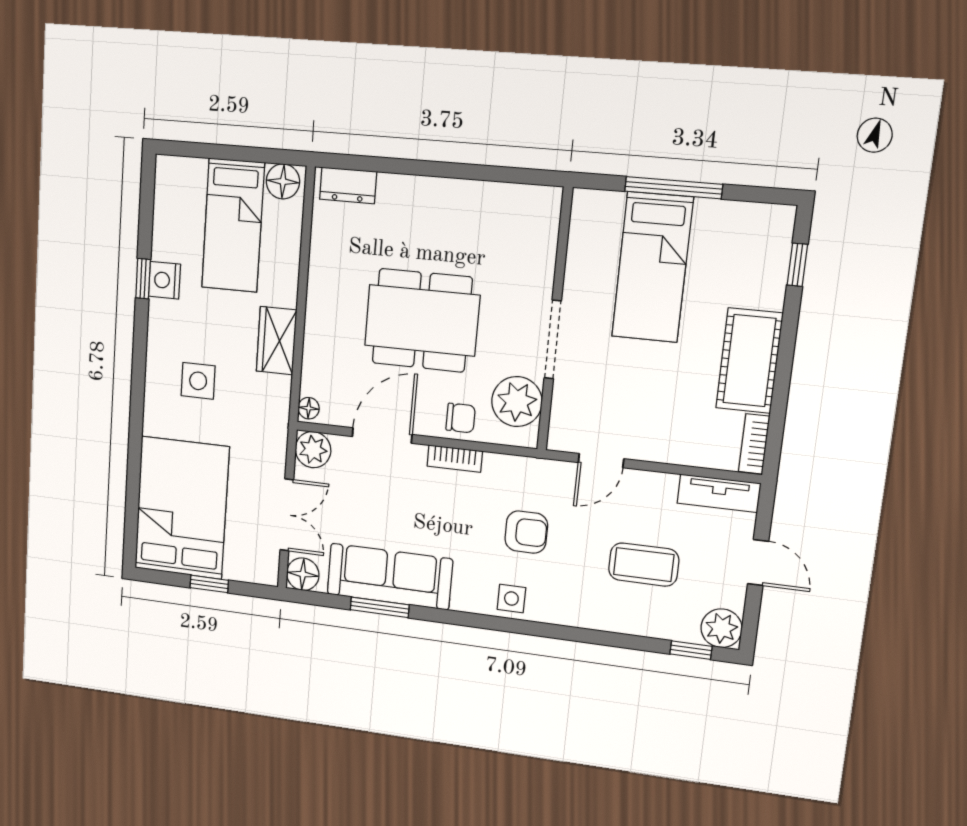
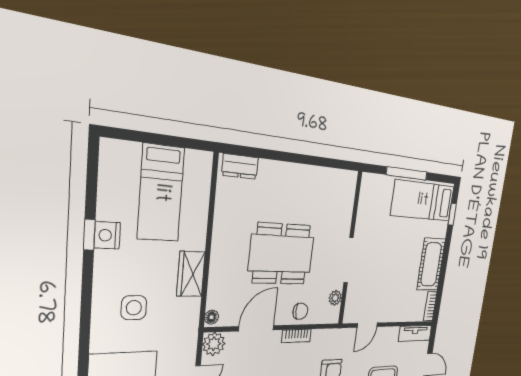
floor lamp: (283, 181) -> (197, 162), removed
bed: (652, 267) -> (423, 201), moved, turned 90
plant: (517, 402) -> (335, 298), width x0.53, depth x0.53

